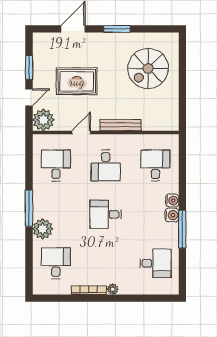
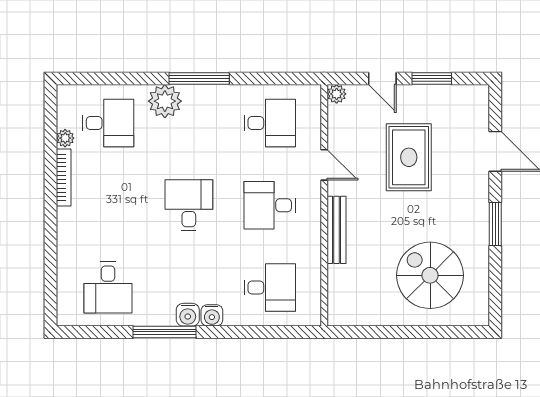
plant: (43, 120) -> (337, 94), width x0.53, depth x0.53
plant: (113, 289) -> (65, 138), moved

